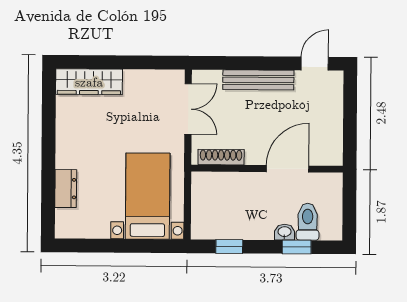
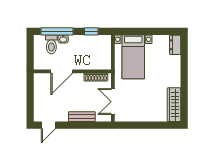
bench: (258, 80) -> (82, 117), width x0.73
wardrobe: (89, 82) -> (174, 105), moved, turned -90
dresser: (66, 189) -> (175, 45), moved
window: (297, 247) -> (57, 31), width x2.17

